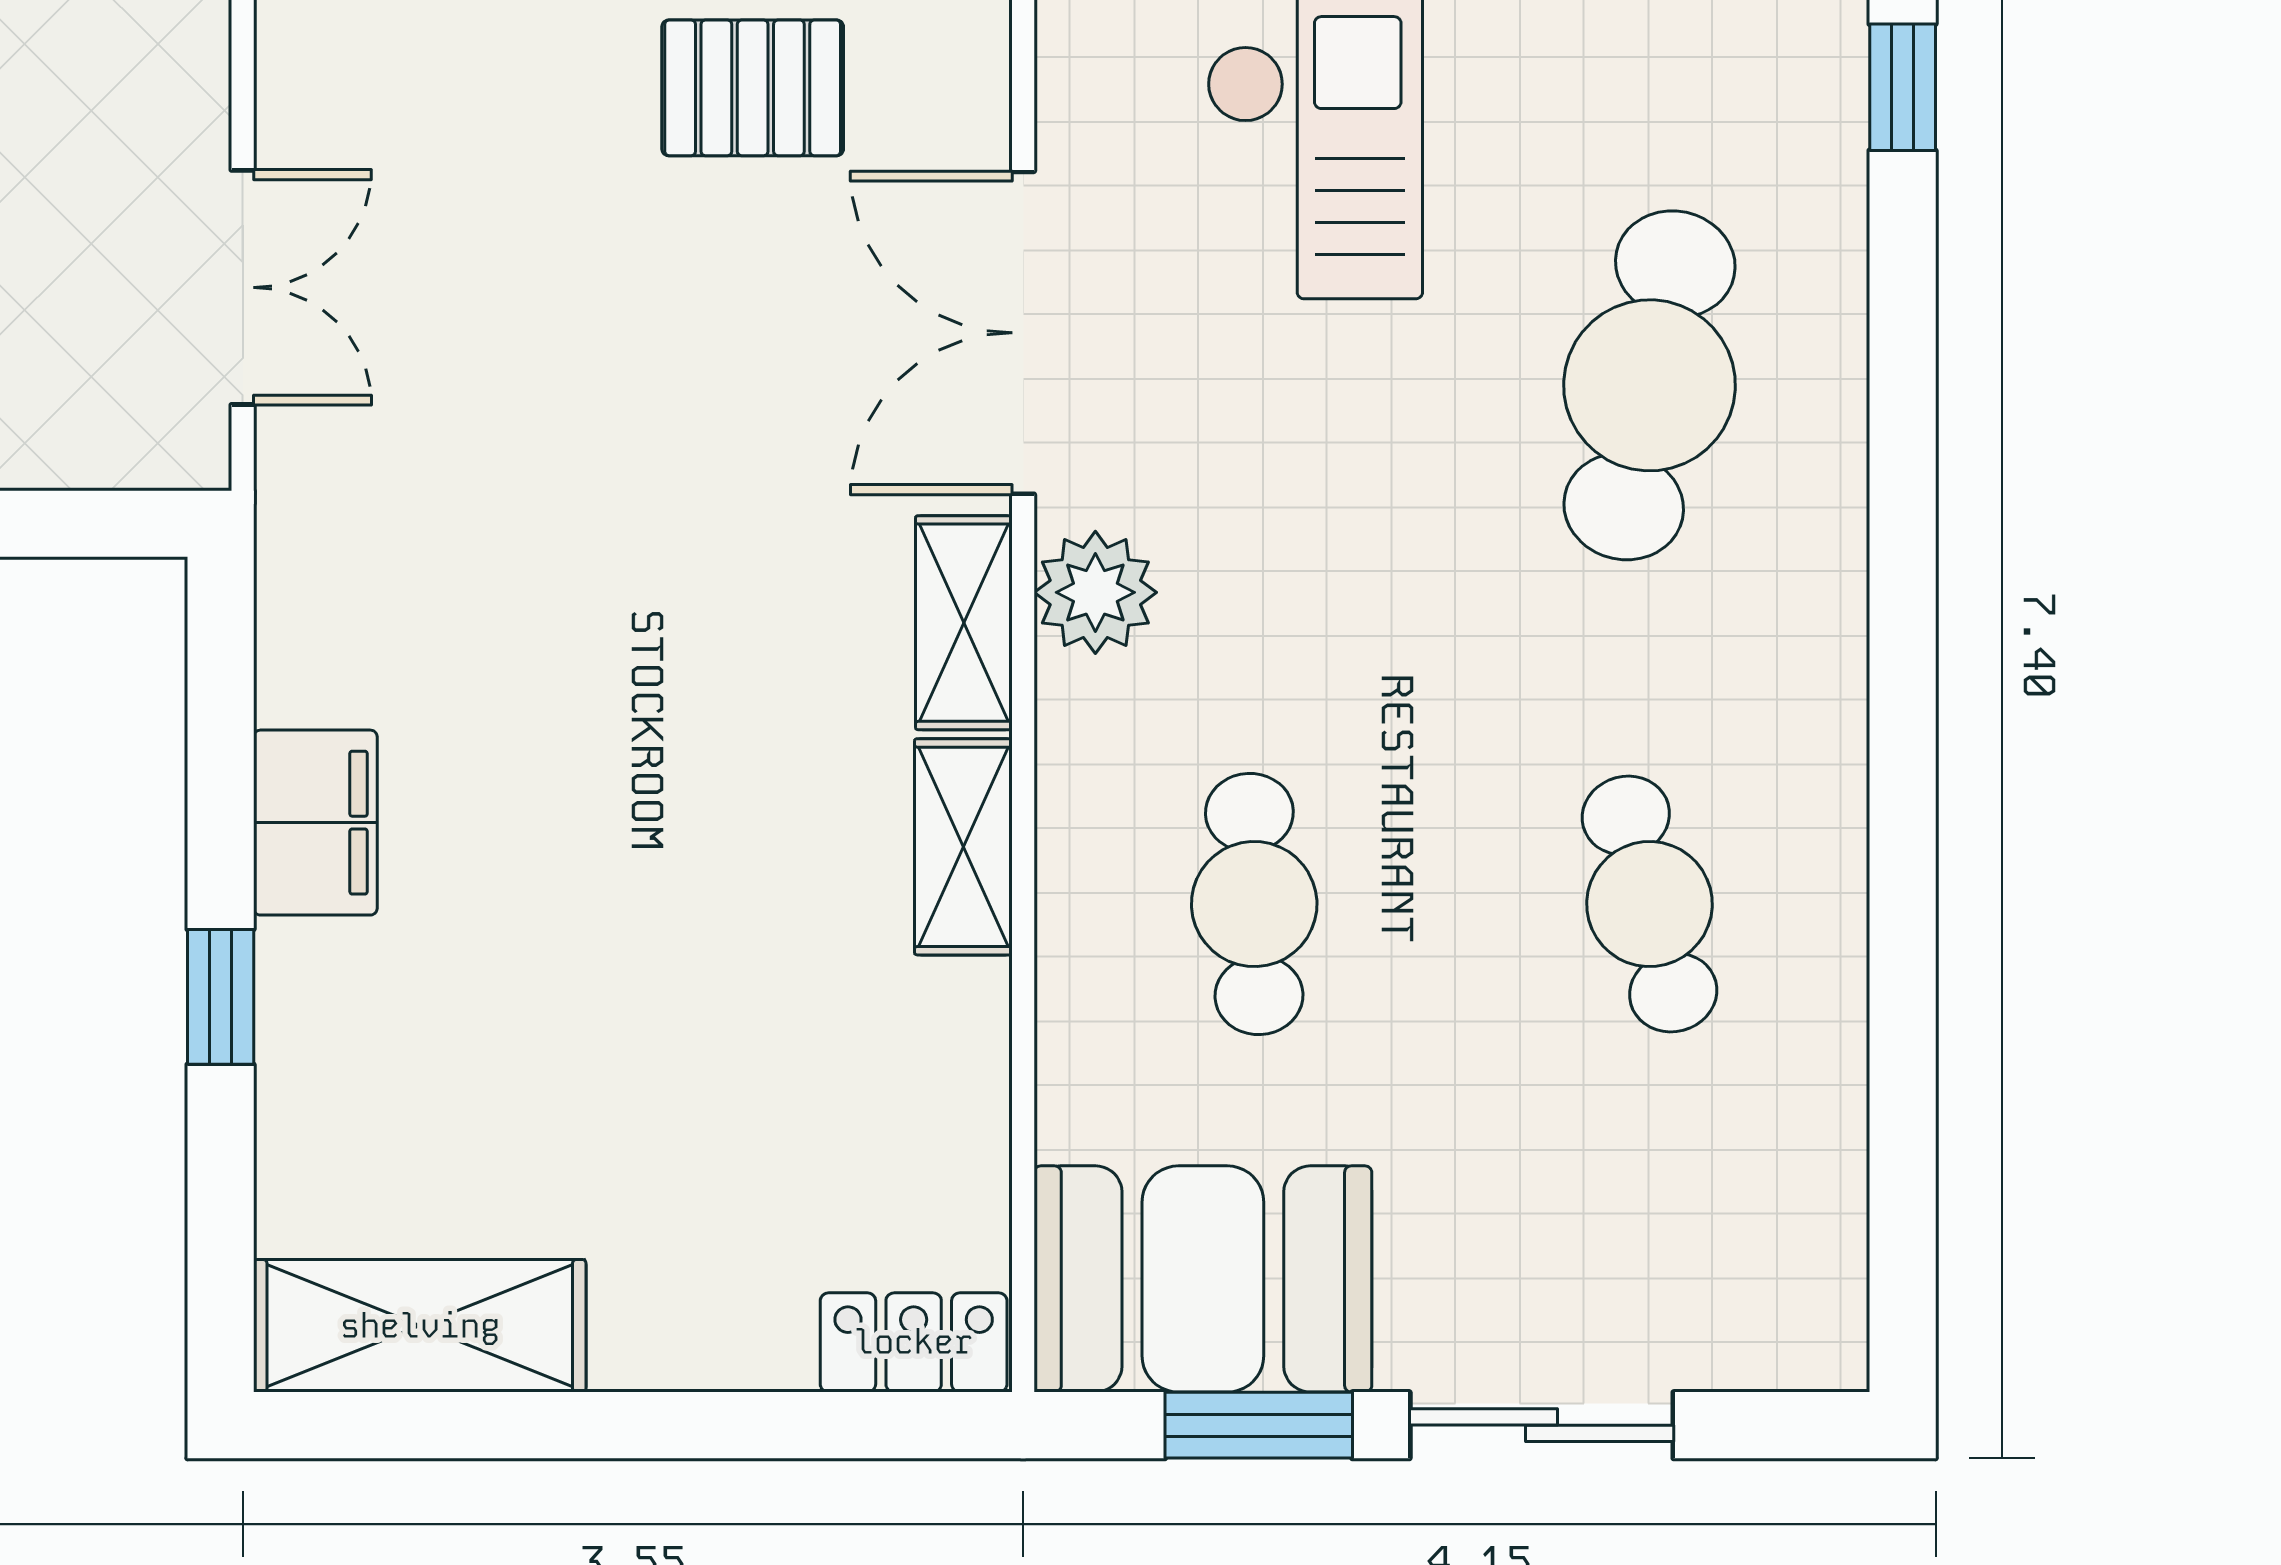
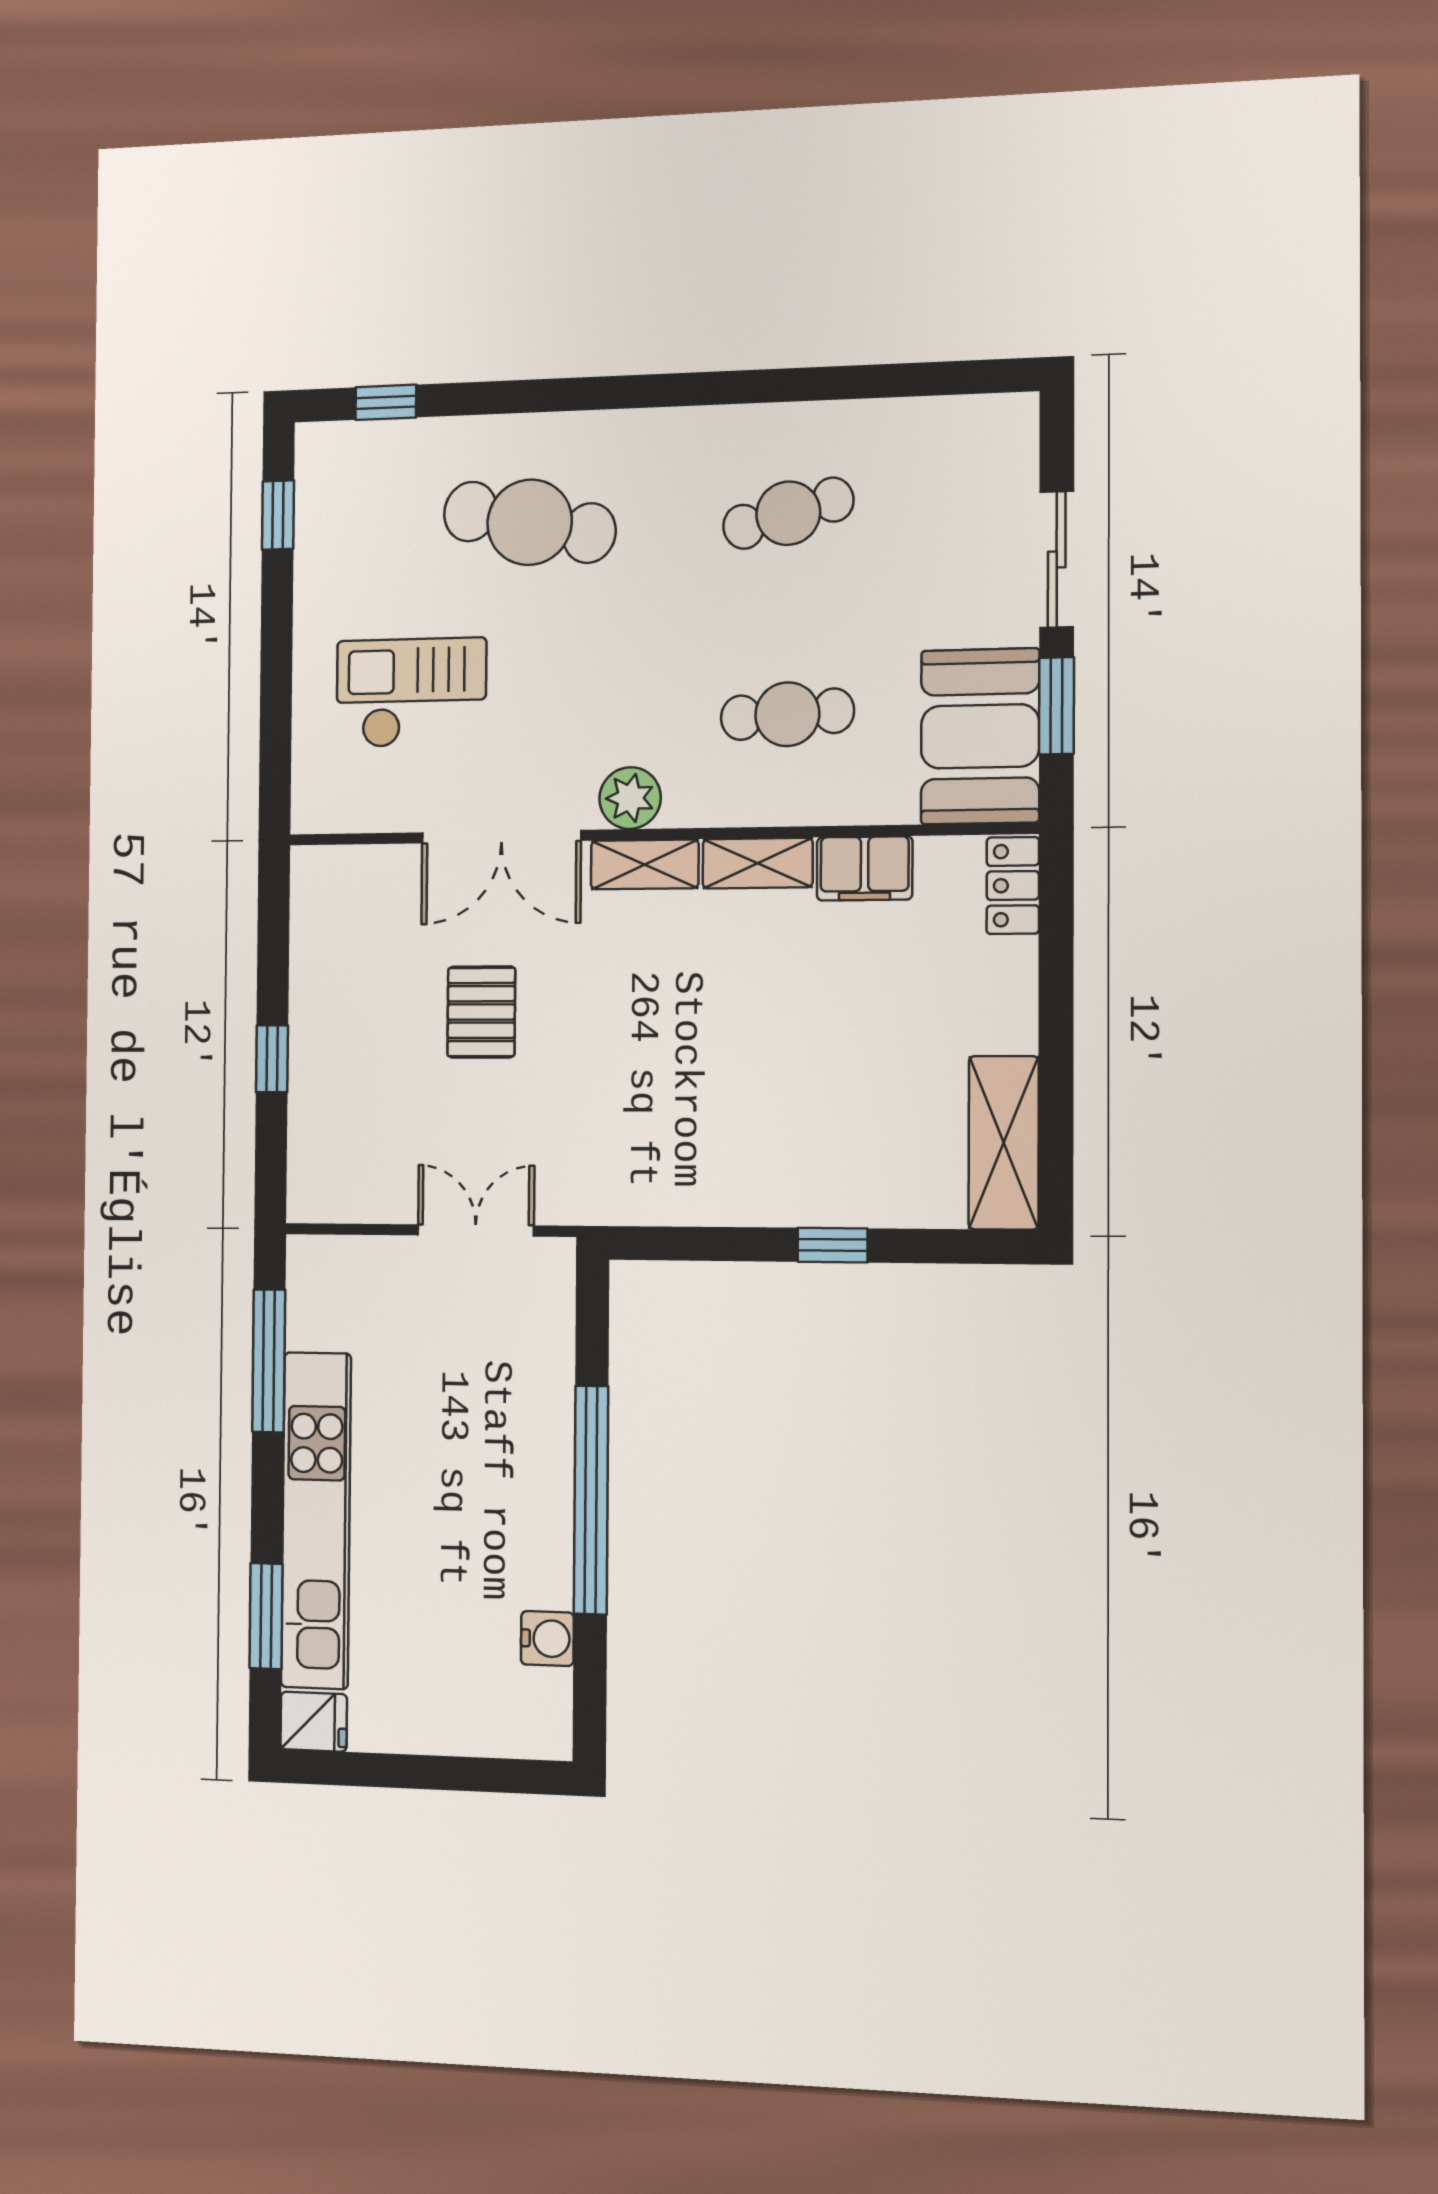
pallet: (753, 88) -> (481, 1012), moved
filing cabinet: (315, 823) -> (865, 868), moved, turned 180

